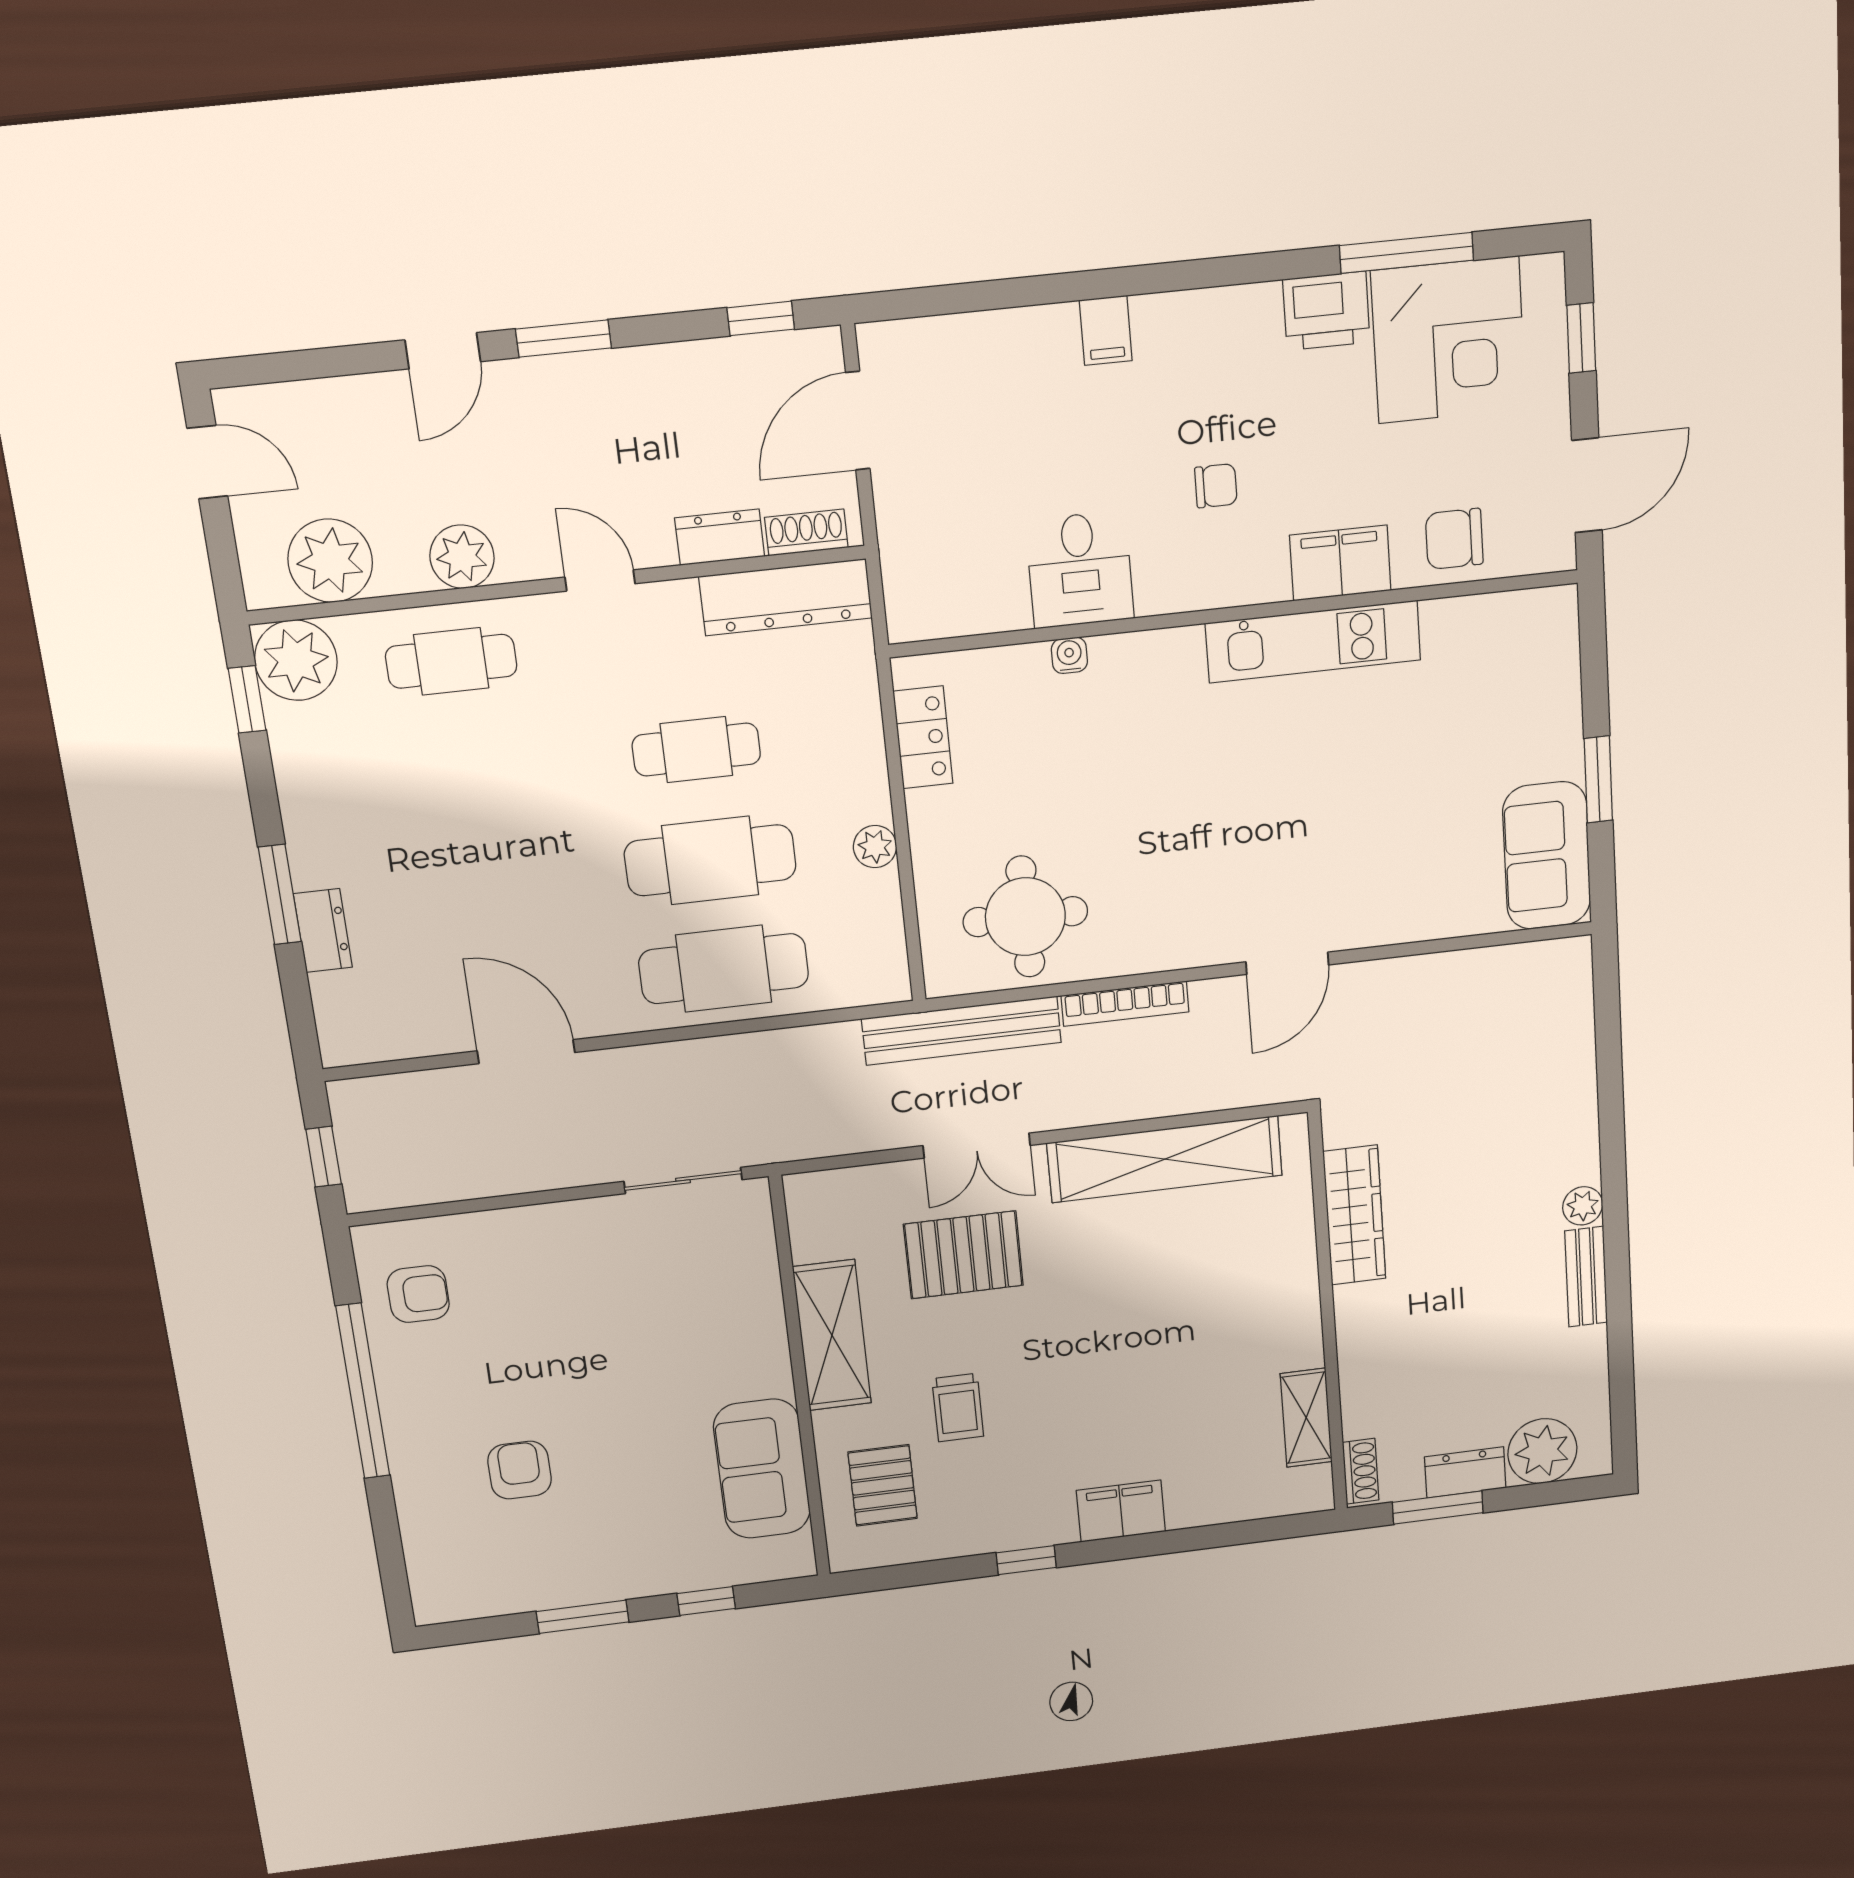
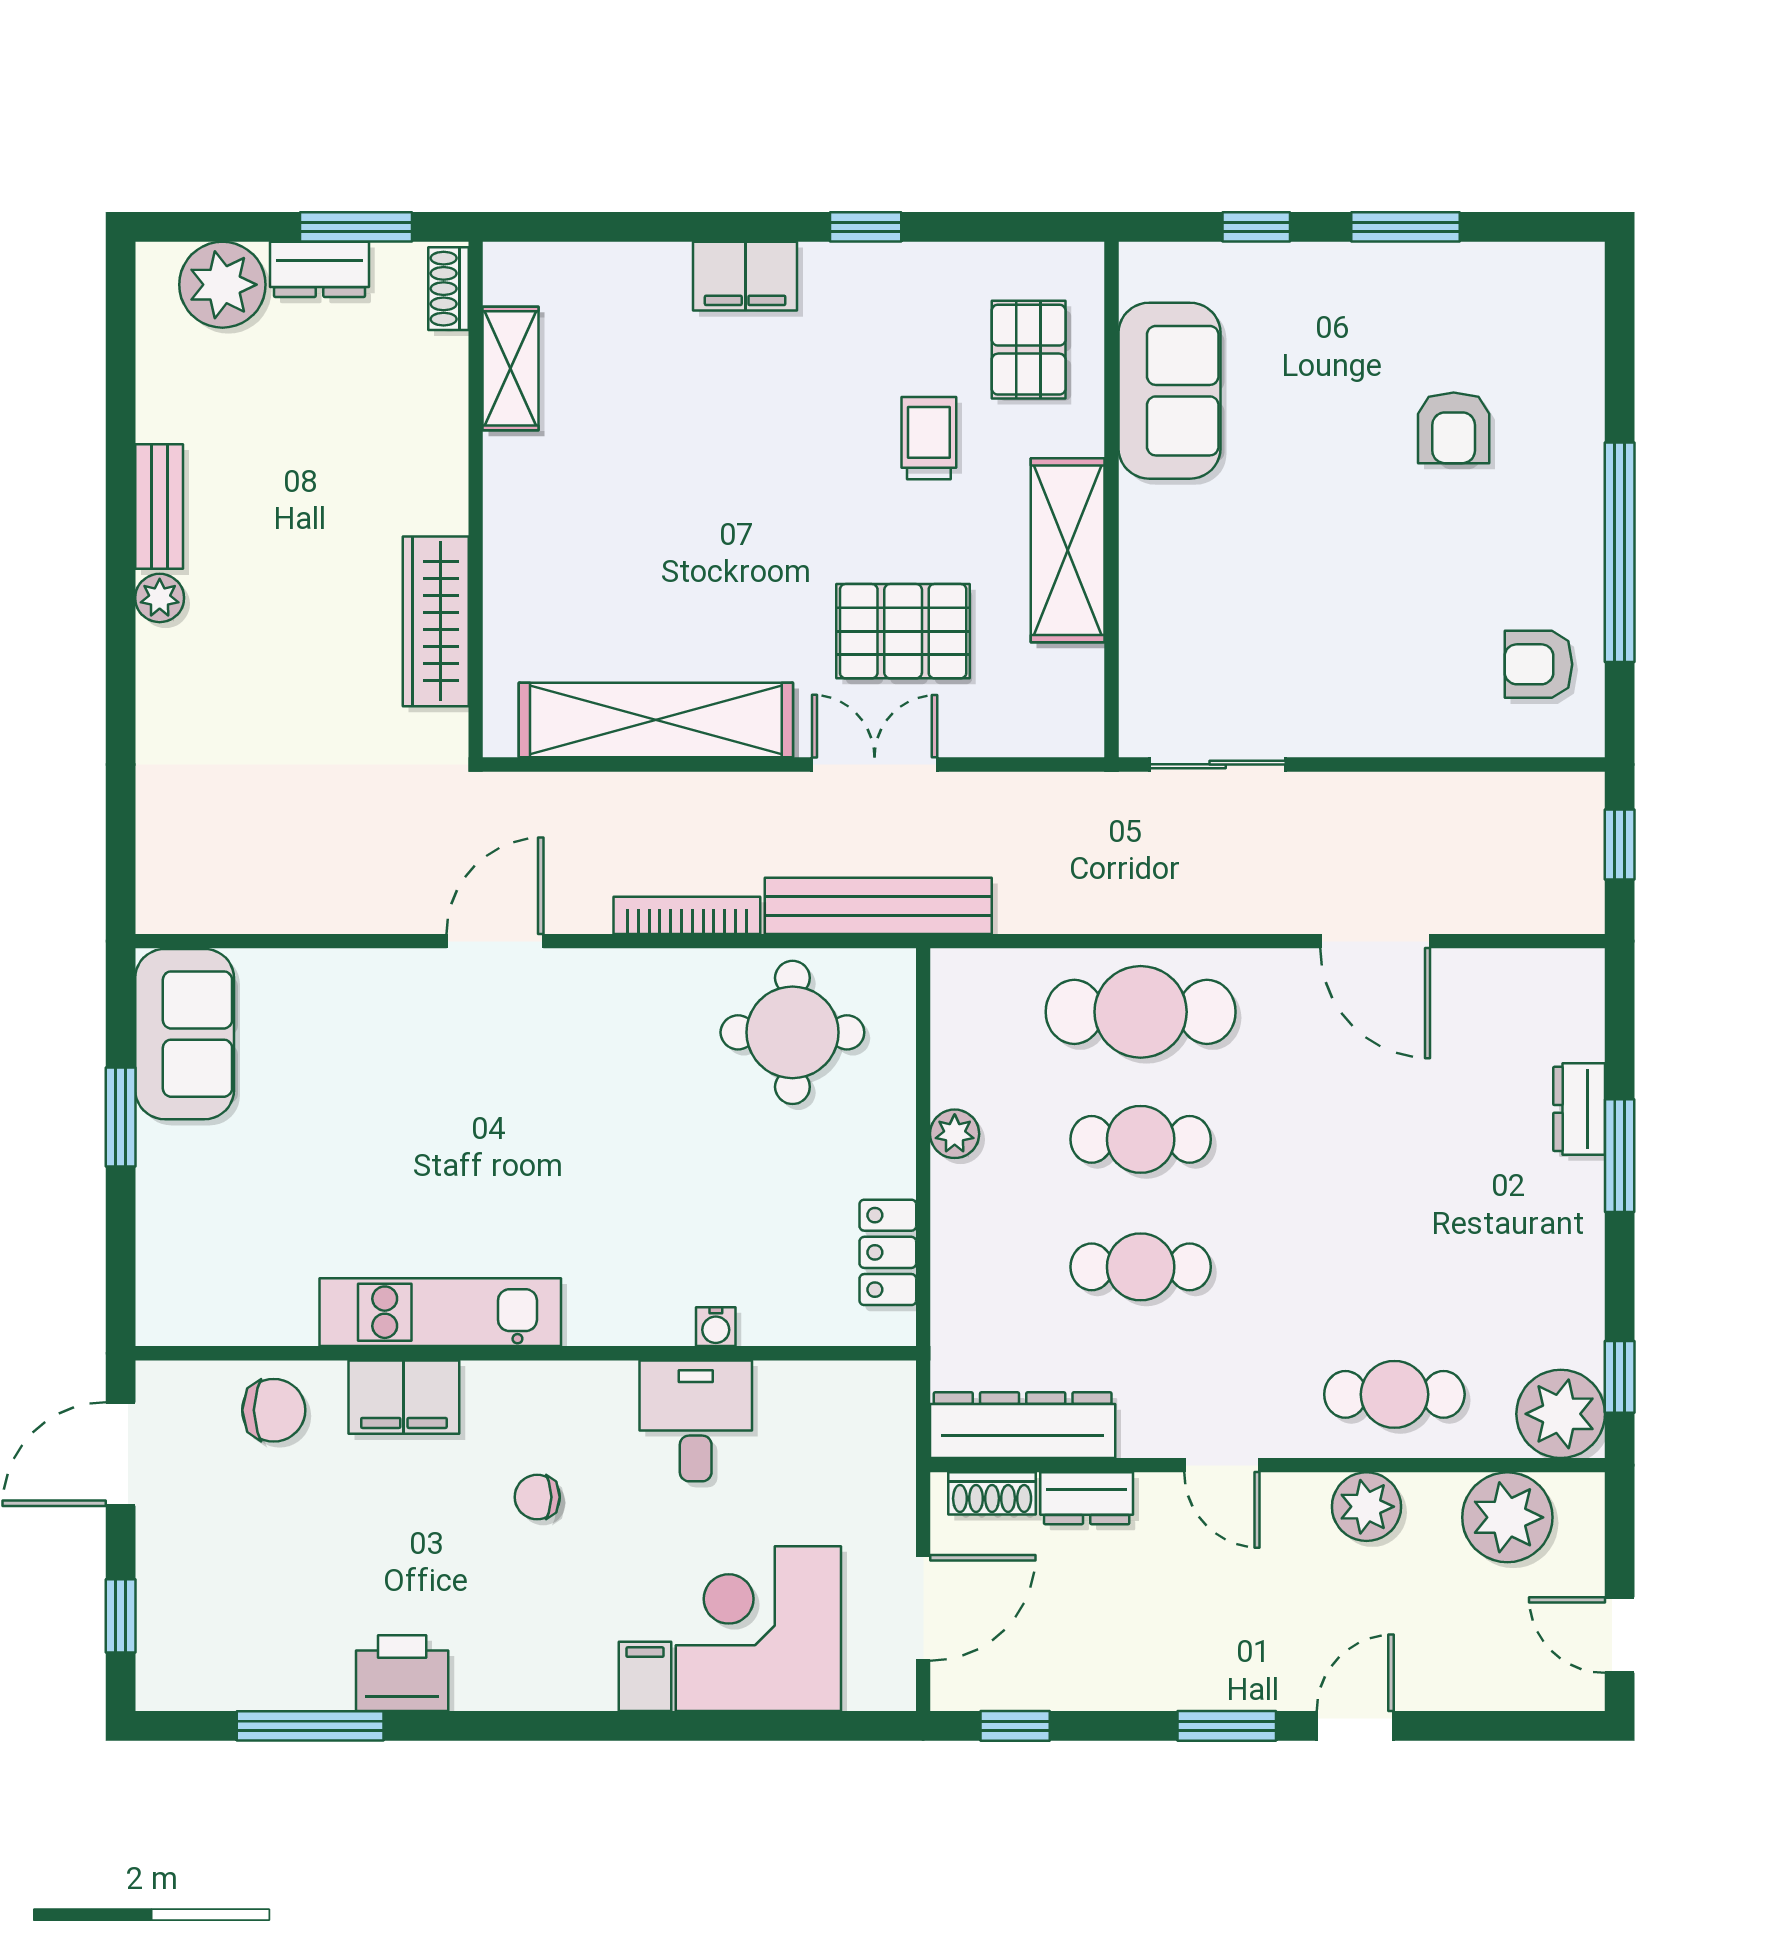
corner desk: (1449, 340) -> (758, 1629), moved
cafe table: (710, 860) -> (1141, 1139), width x0.73, depth x0.74

